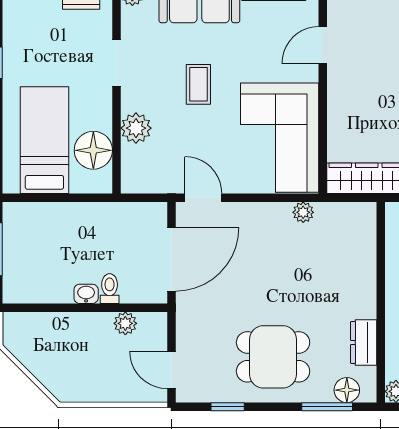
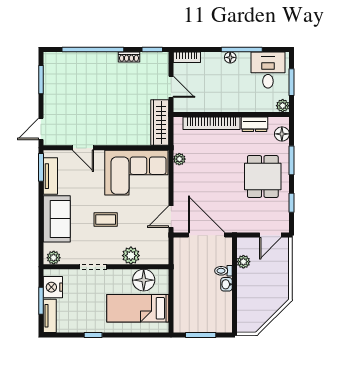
bookcase: (365, 268) -> (212, 123), added
window: (327, 407) -> (292, 160), moved

